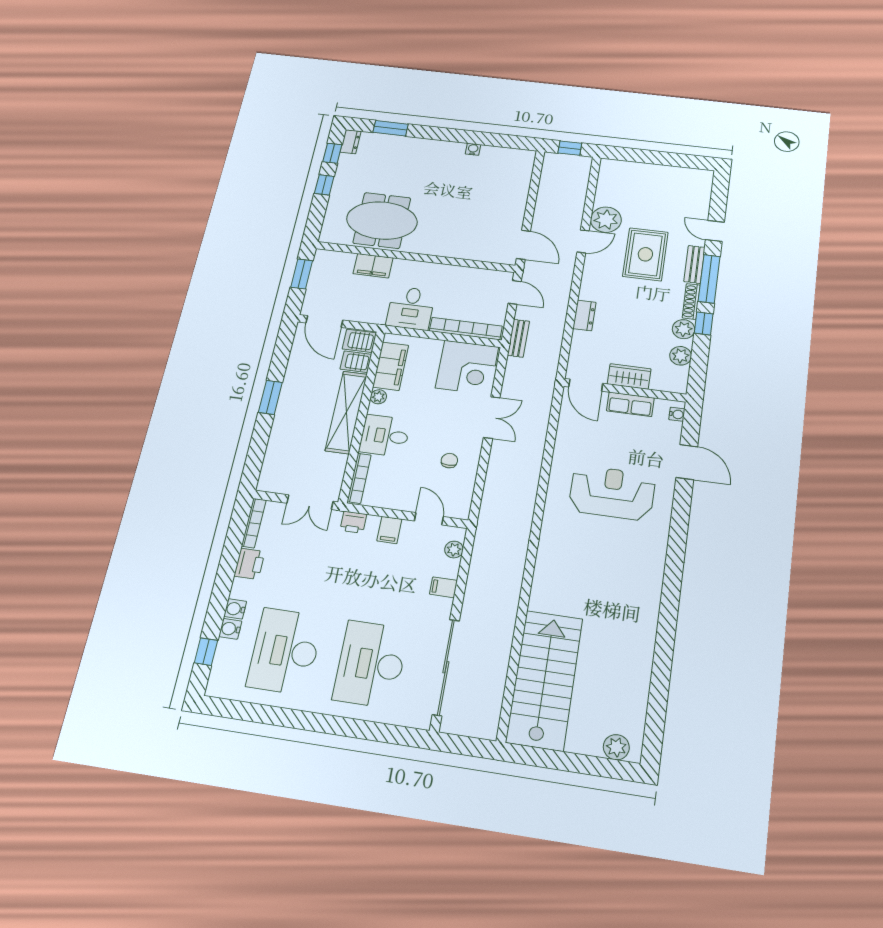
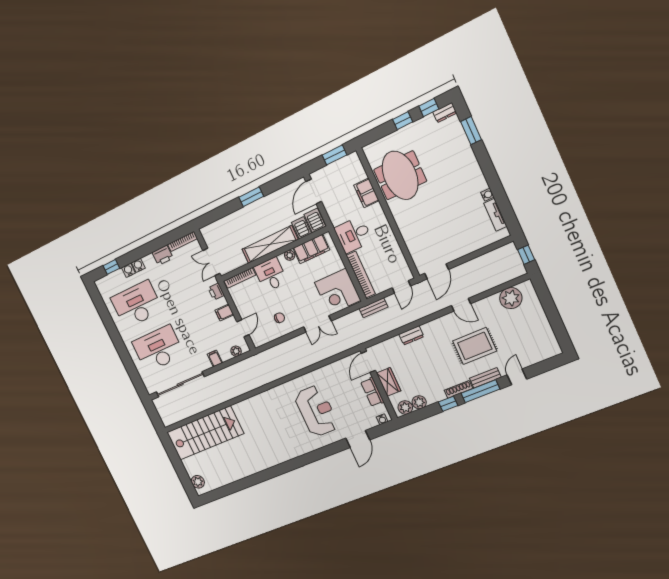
tv unit: (502, 153) -> (495, 215), added
plant: (606, 220) -> (511, 298), moved
plant: (684, 329) -> (405, 407), moved

